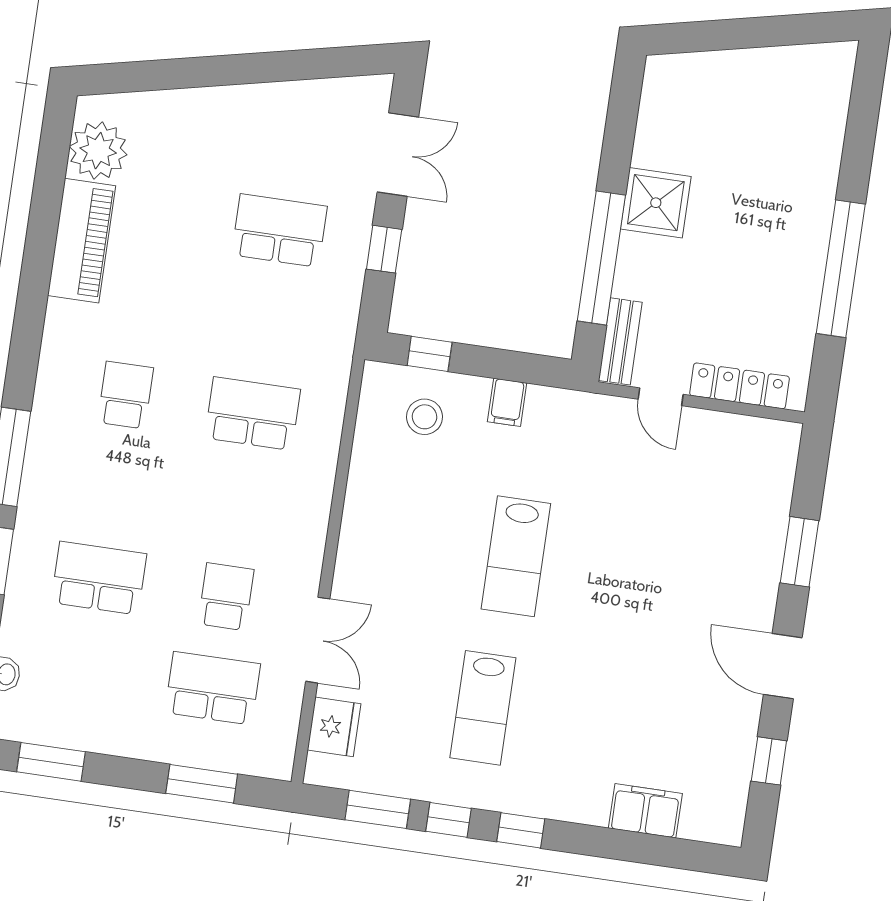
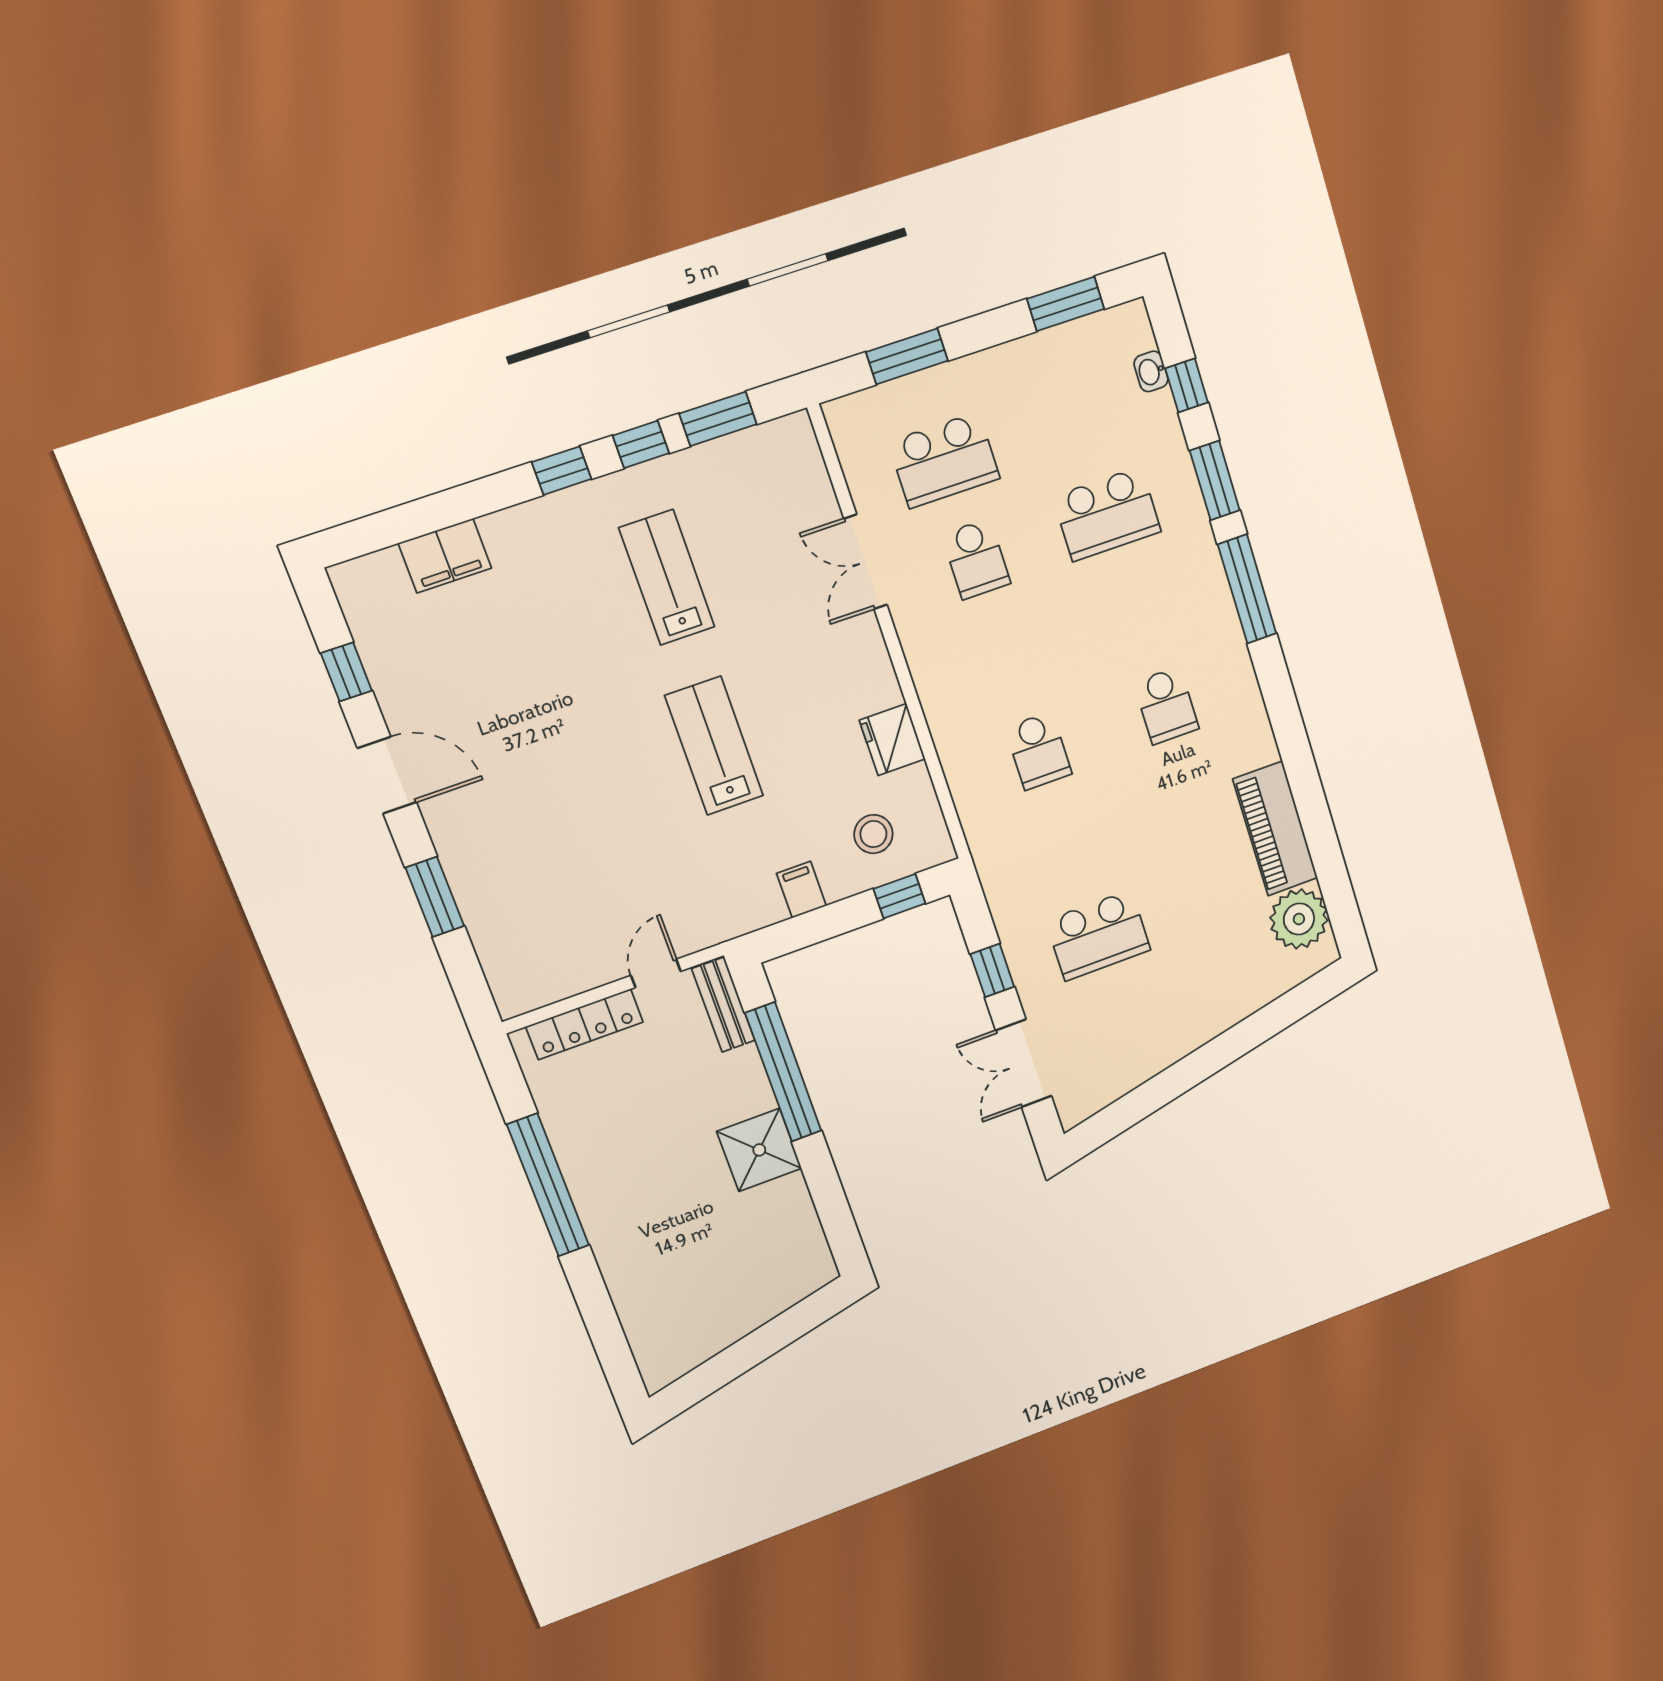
door: (661, 397) -> (656, 973), hinge flipped
school desk: (253, 414) -> (1038, 751), width x0.54
fridge: (334, 727) -> (892, 740), moved

